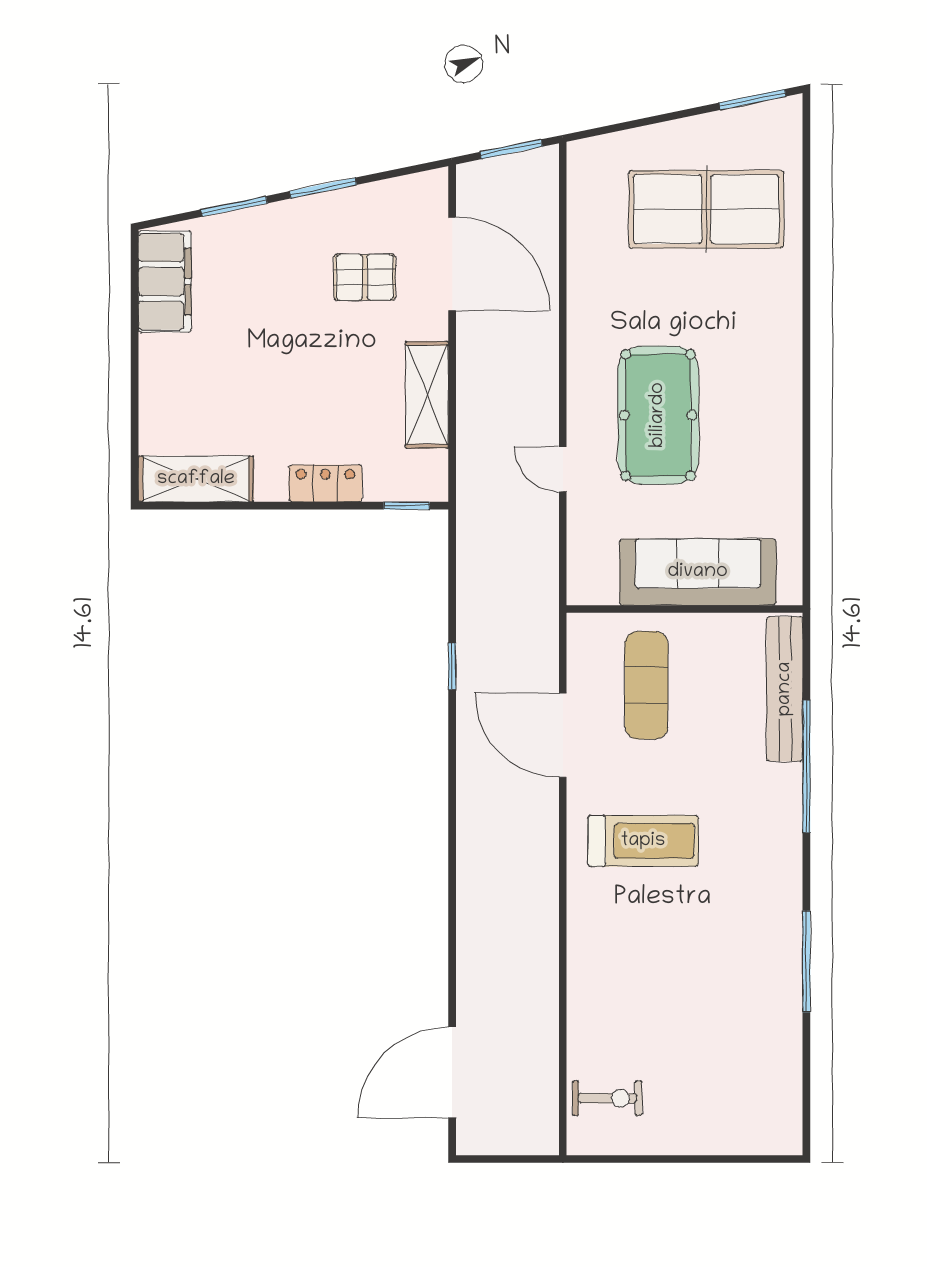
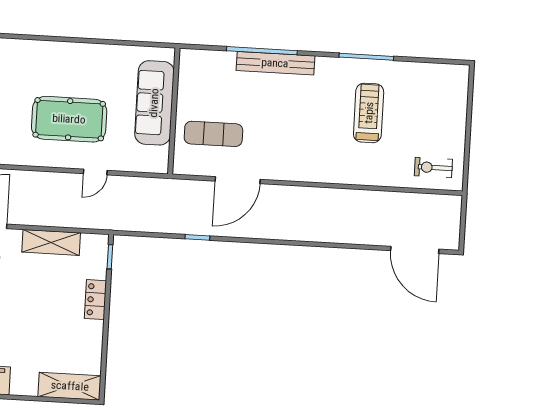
shelving: (196, 479) -> (70, 386), moved, turned 90
bench: (785, 689) -> (275, 63), moved
treadmill: (643, 841) -> (369, 113), moved
exercise bike: (607, 1098) -> (433, 168), turned -90

